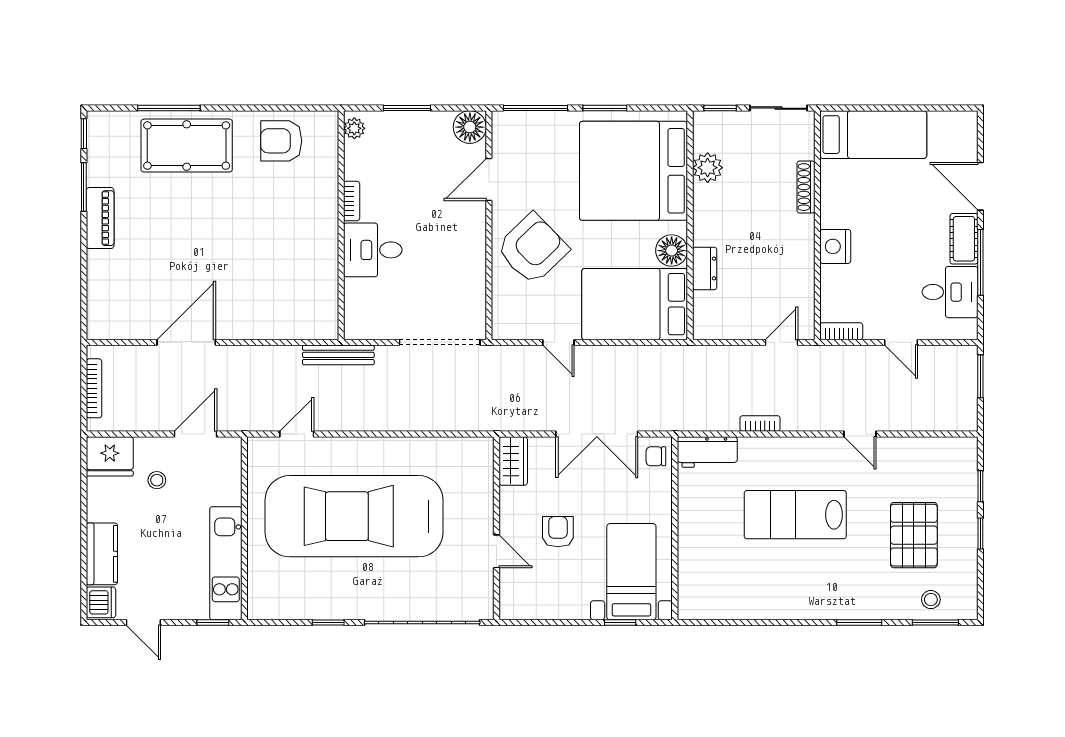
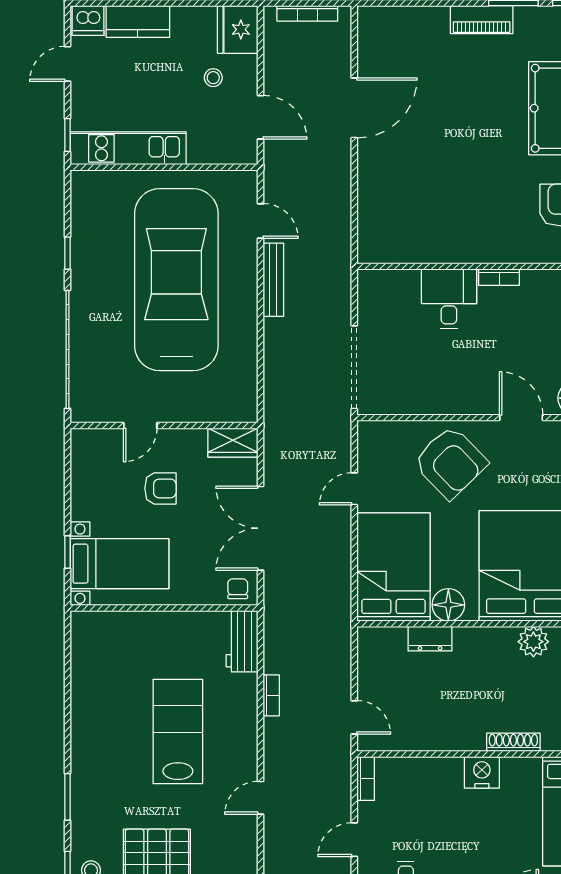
nightstand: (835, 246) -> (482, 772), moved
door: (186, 342) -> (354, 108), hinge flipped
bench: (338, 355) -> (273, 280), moved

